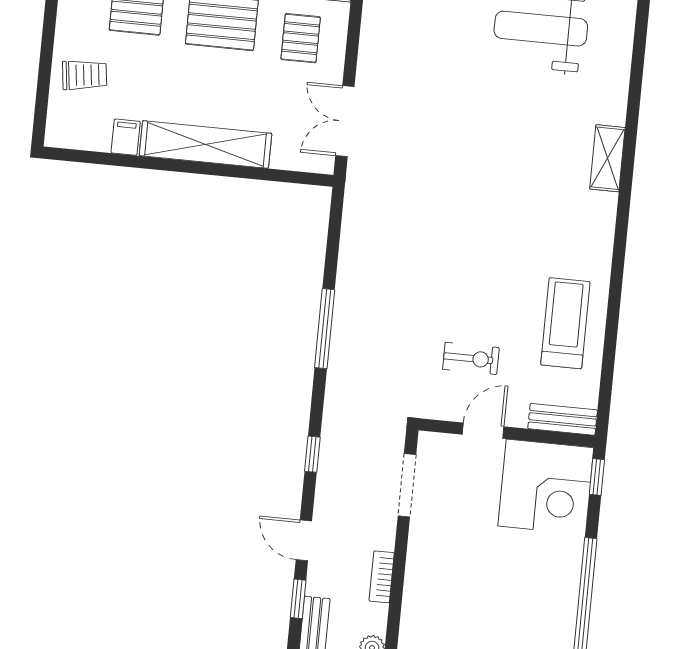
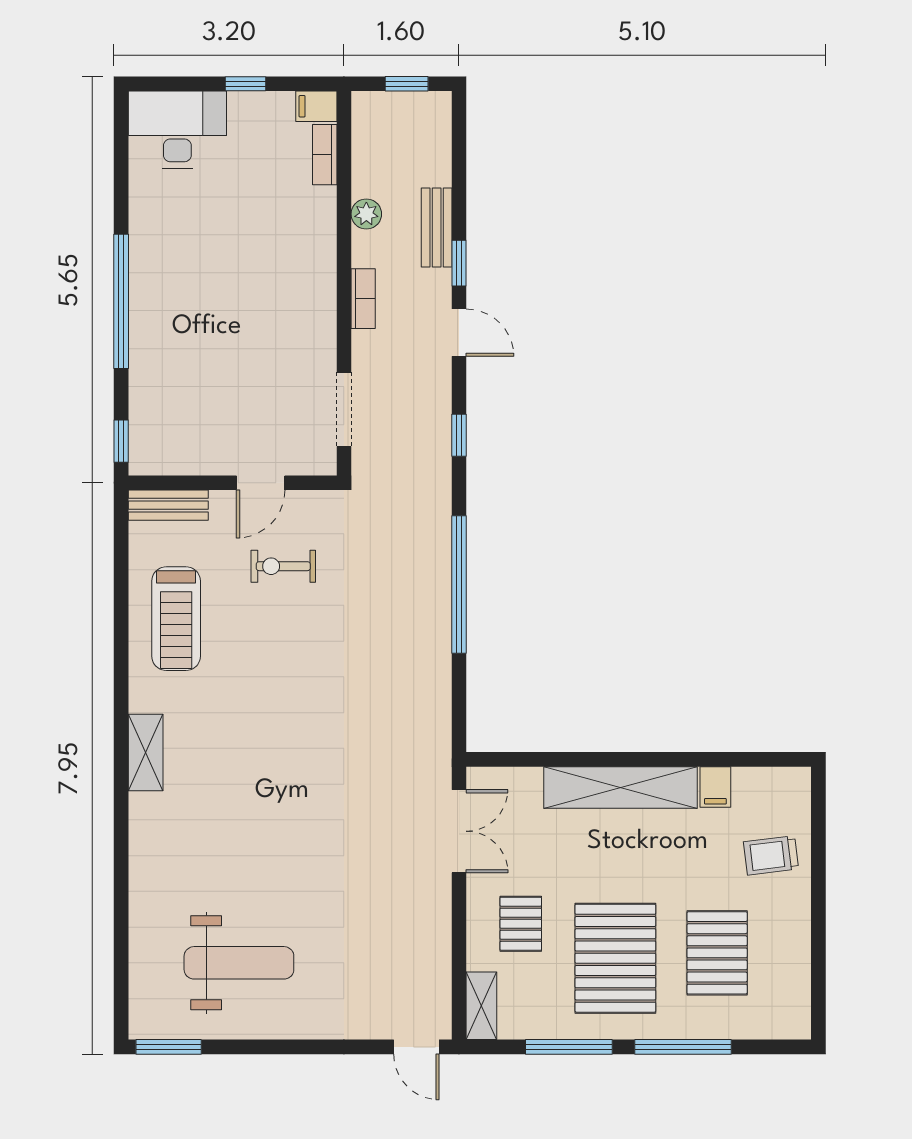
shelving: (607, 158) -> (146, 752), moved
window: (325, 329) -> (459, 584), width x1.46
corner desk: (546, 487) -> (180, 424), removed

